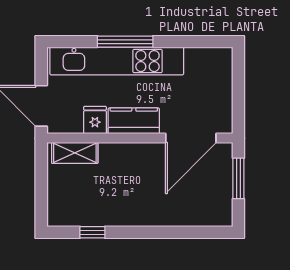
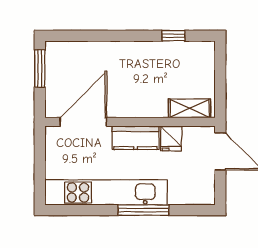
kitchen unit: (117, 61) -> (106, 192), moved
window: (238, 178) -> (40, 68), moved

